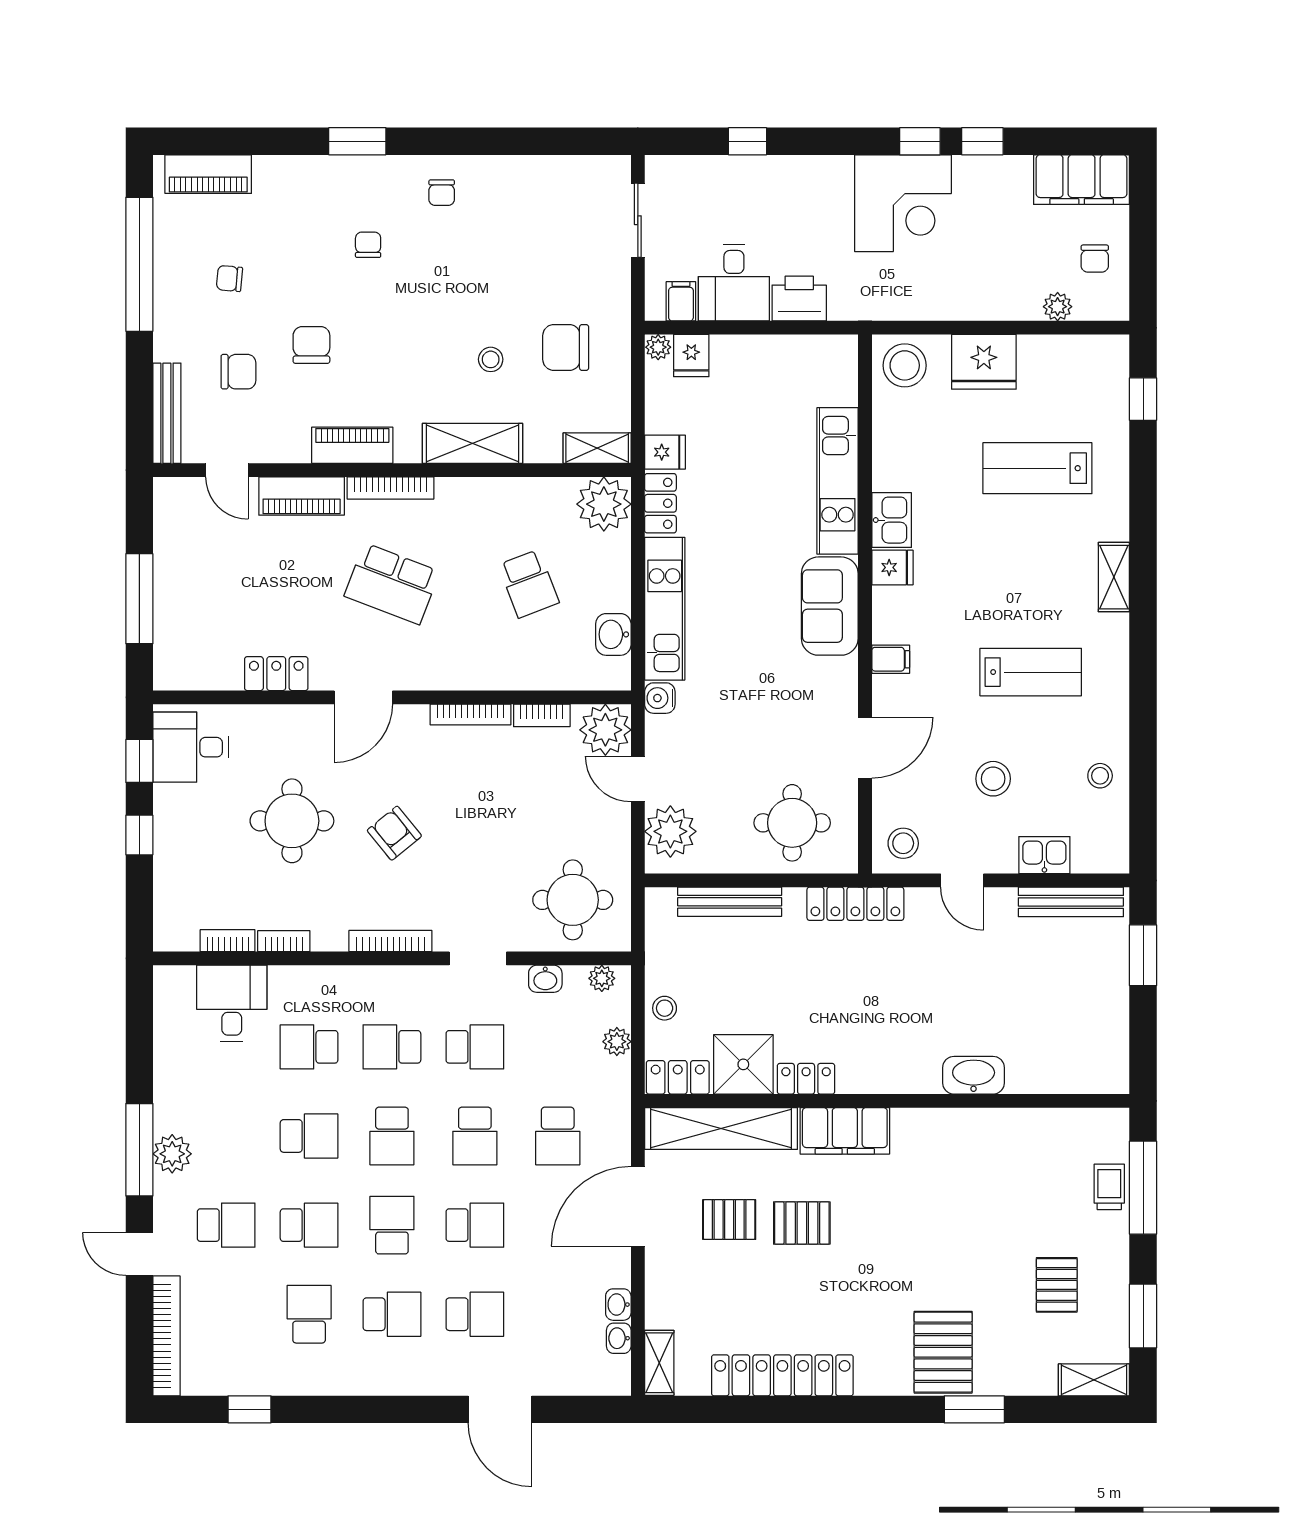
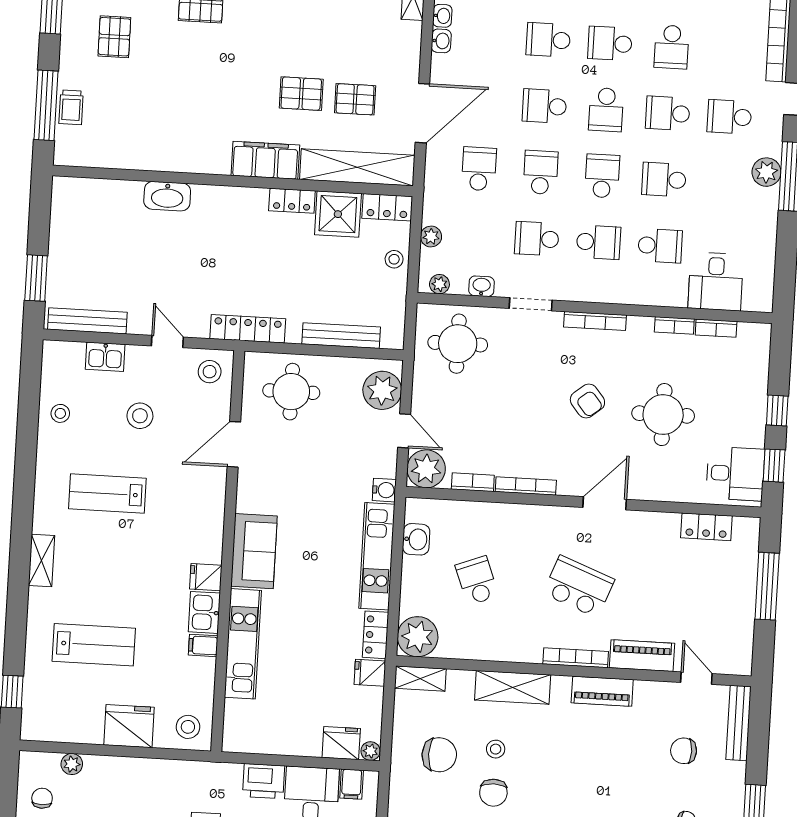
chair: (311, 345) -> (493, 793), moved
fridge: (691, 356) -> (341, 743), width x1.38
stool: (905, 365) -> (188, 727), width x0.73, depth x0.73
filing cabinet: (891, 659) -> (203, 645), moved
locker: (276, 674) -> (706, 527), moved

